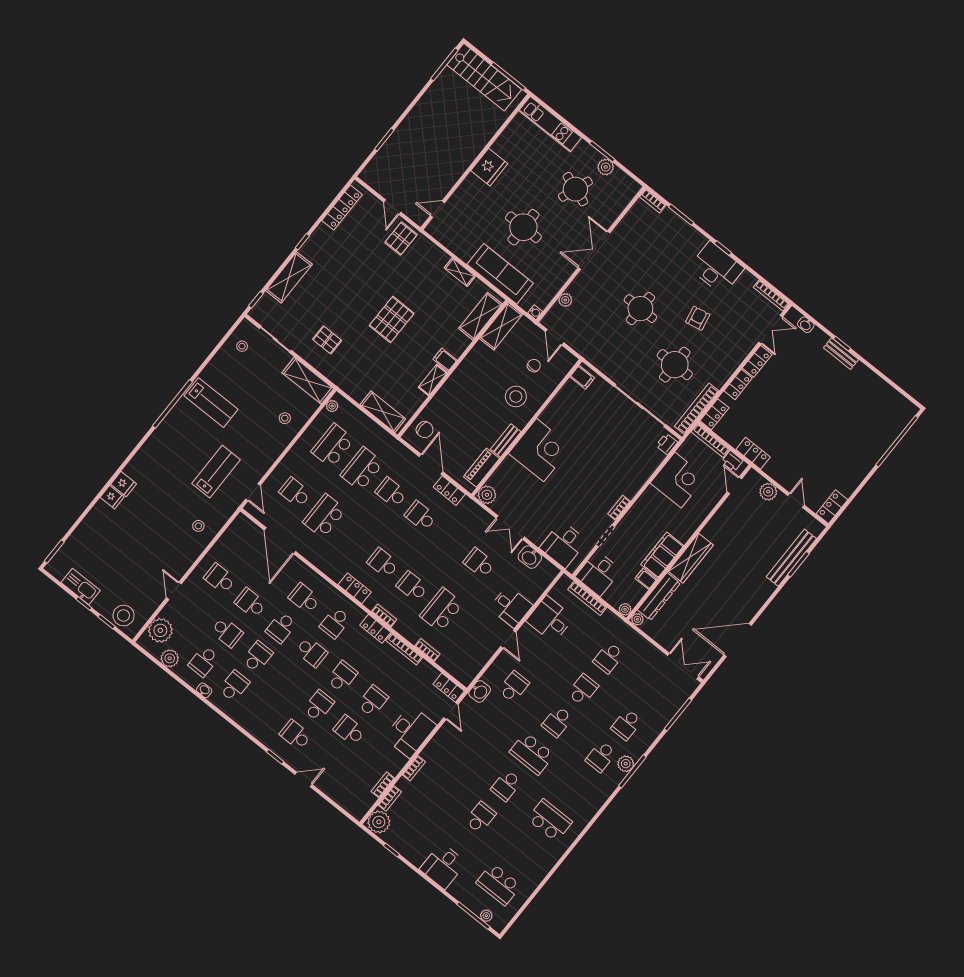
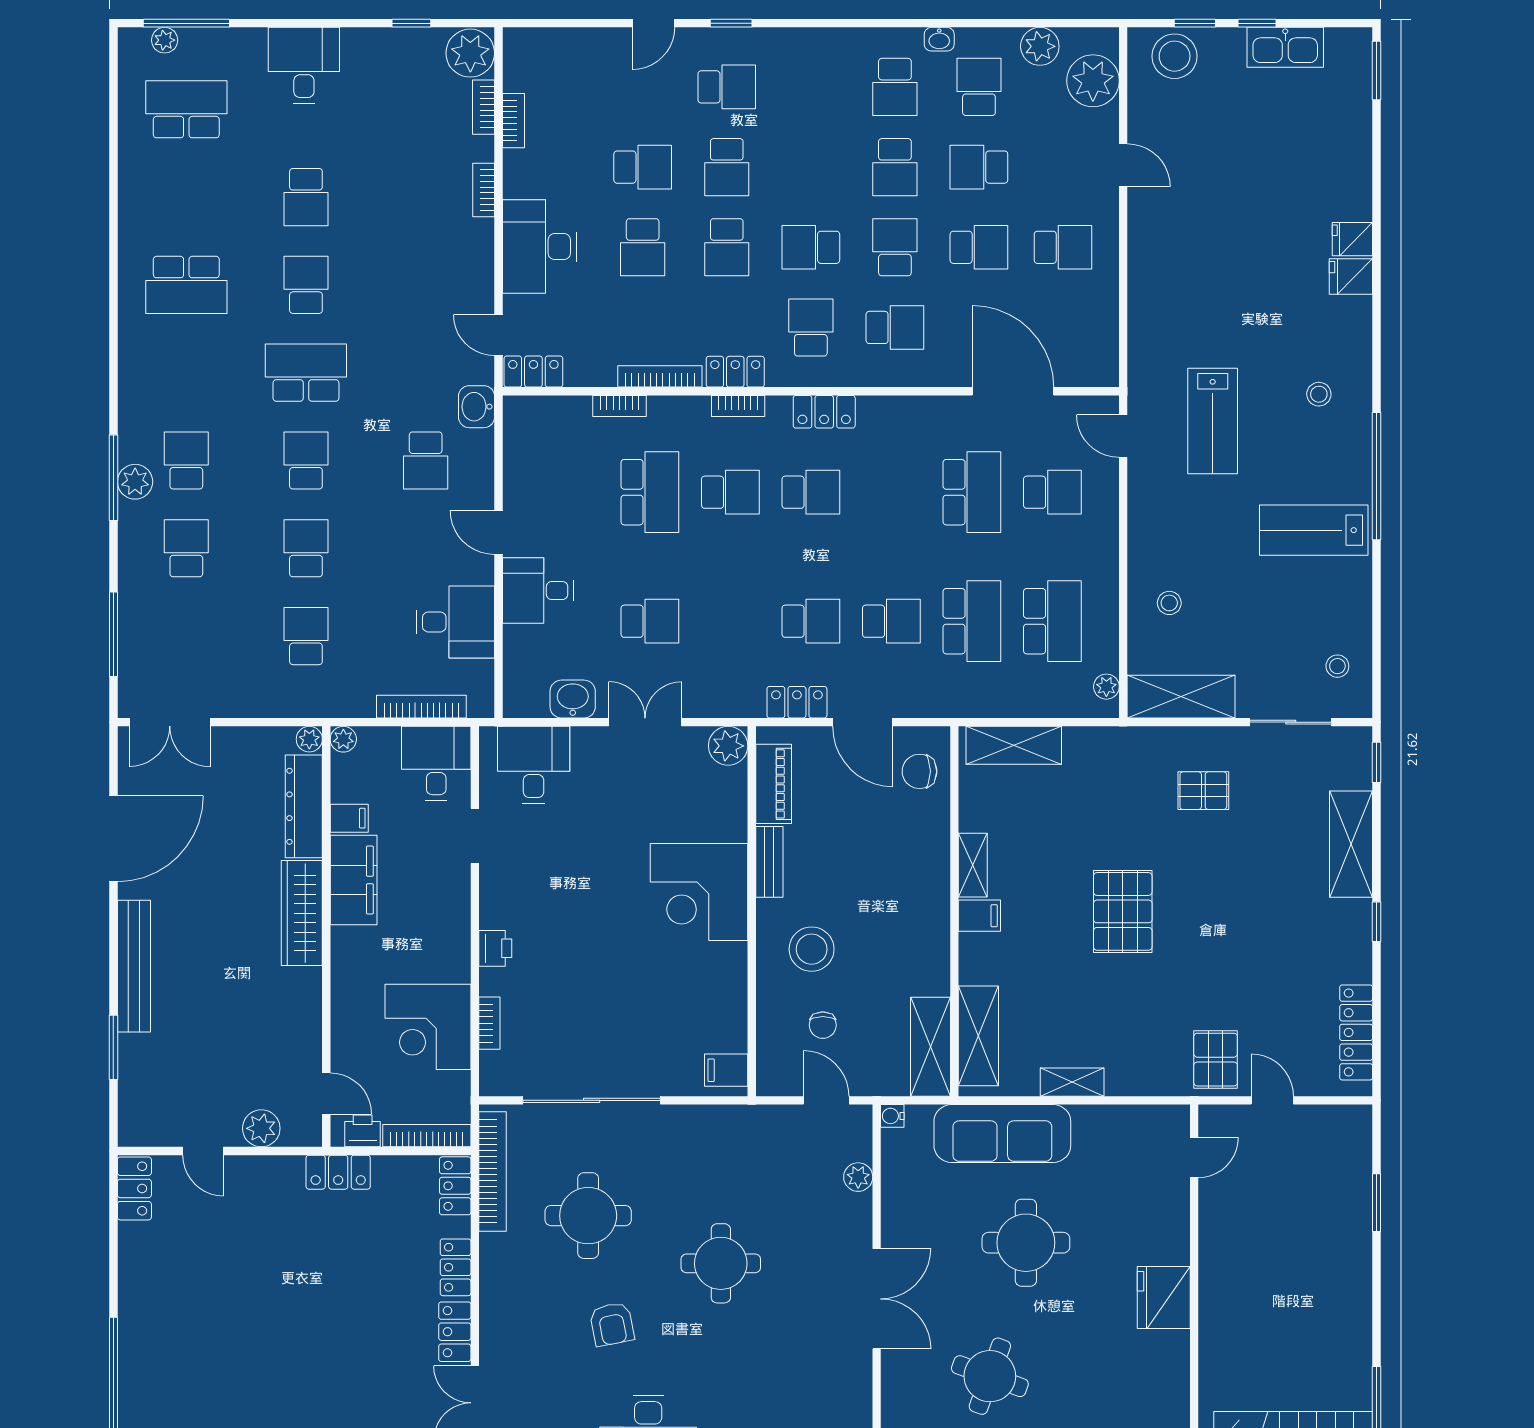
printer: (667, 444) -> (495, 948), moved
bookcase: (619, 508) -> (489, 1023), moved
stool: (198, 526) -> (1319, 394), moved
bench: (791, 558) -> (134, 966), moved
school desk: (583, 690) -> (306, 548), turned 180

